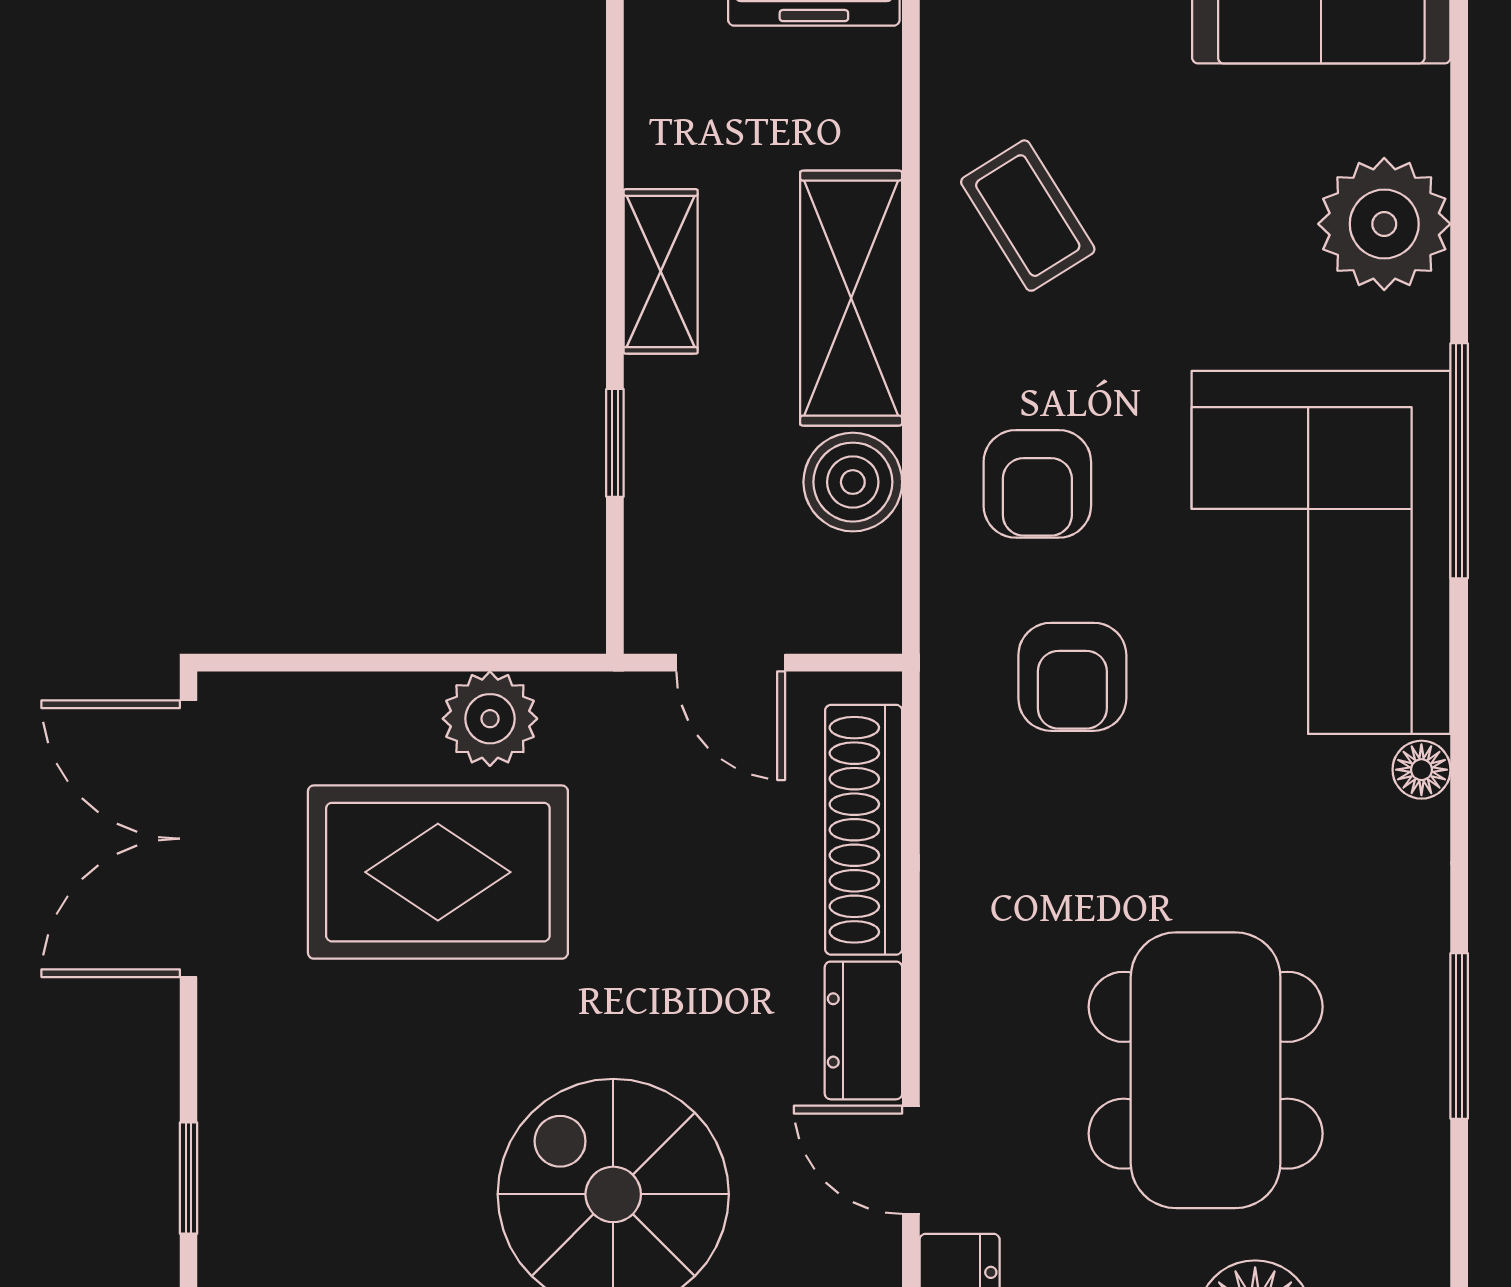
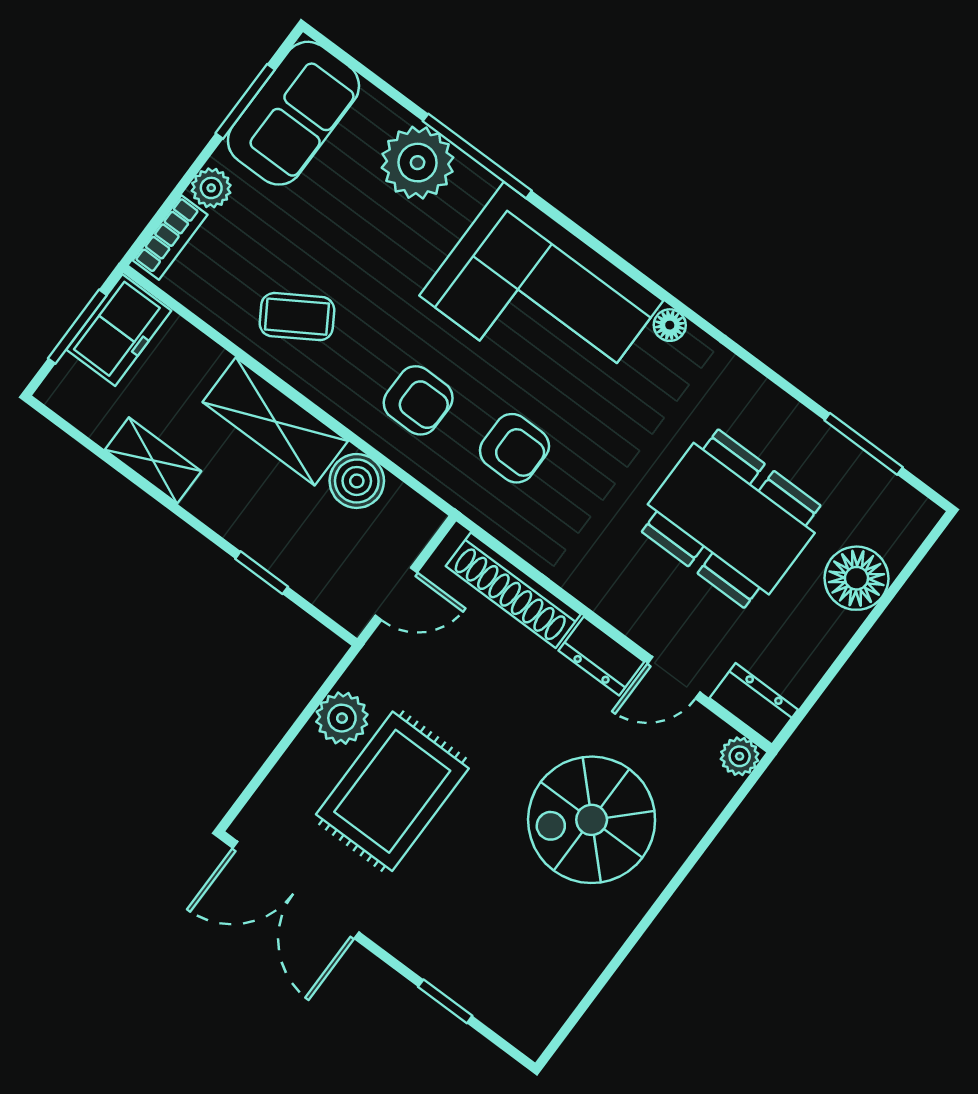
shelving: (661, 271) -> (153, 460), moved
window: (1459, 461) -> (477, 156), moved
window: (1459, 1036) -> (864, 444), moved

